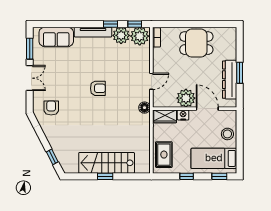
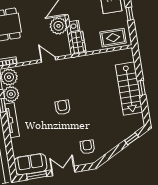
sofa: (56, 37) -> (31, 164), moved, turned -90
armchair: (51, 108) -> (87, 147), turned 92
floor lamp: (144, 108) -> (73, 62), removed

